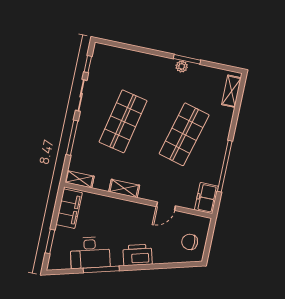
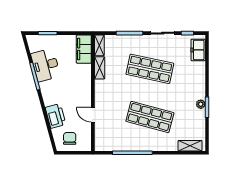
shelving: (124, 188) -> (100, 68), moved
freezer: (206, 198) -> (198, 50), moved, turned -90
filing cabinet: (69, 209) -> (84, 49), moved, turned 90
printer: (138, 255) -> (55, 116), moved

